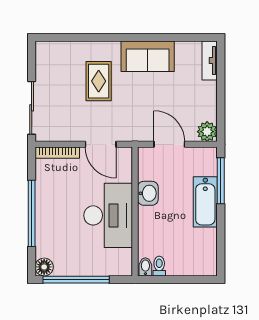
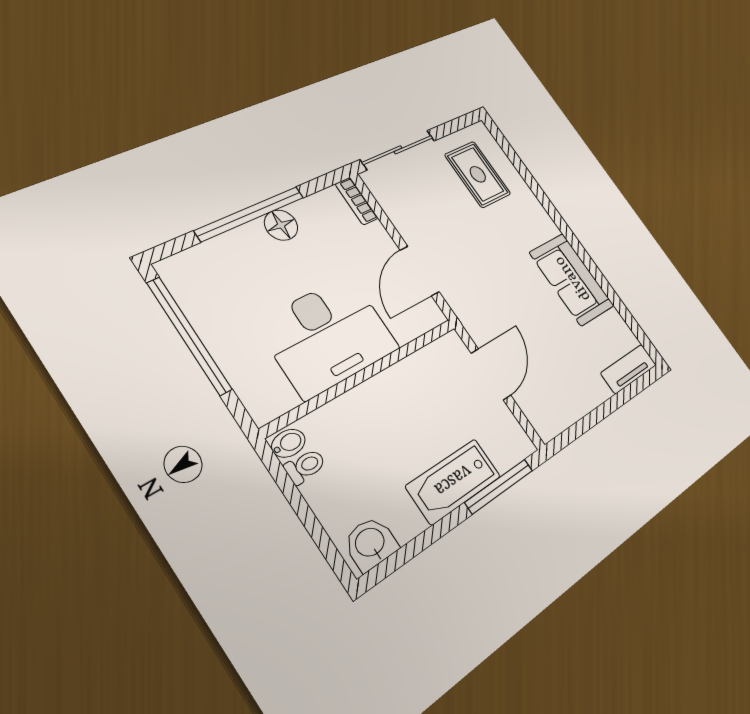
rug: (99, 81) -> (478, 174), moved, turned 90
plant: (207, 132) -> (546, 421), removed
bookcase: (57, 153) -> (357, 201), width x0.64
washbasin: (148, 193) -> (370, 543), moved, turned 180
floor lamp: (44, 267) -> (281, 225), moved

